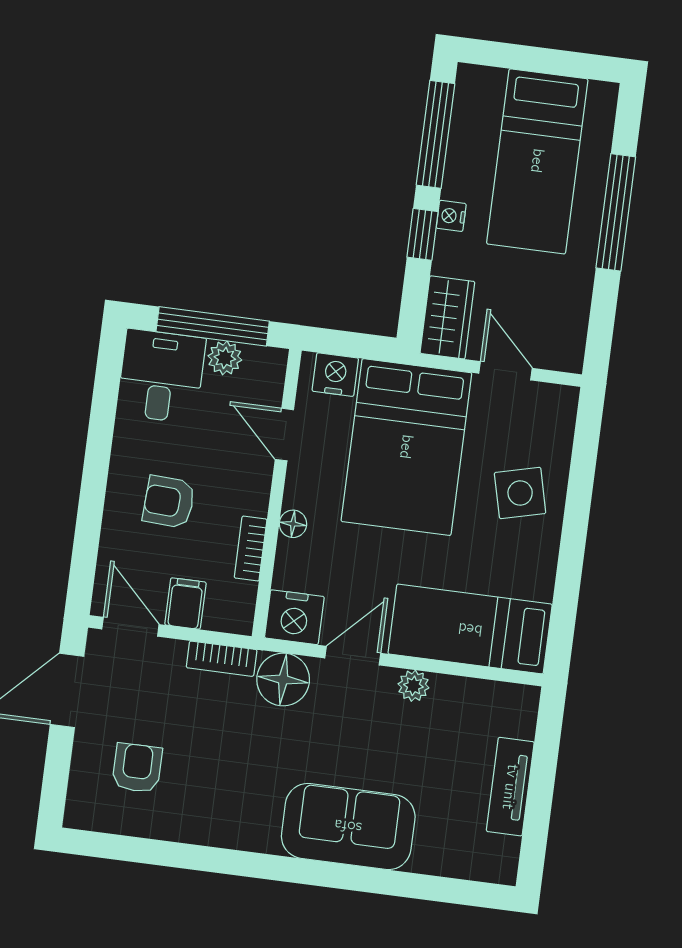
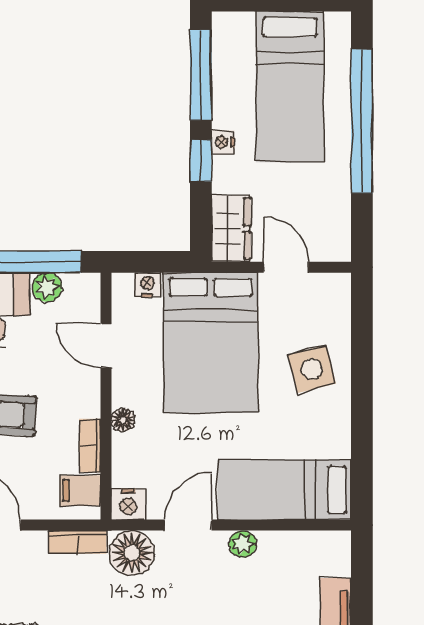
window: (616, 212) -> (362, 121), width x1.46
nightstand: (335, 375) -> (147, 285), width x0.72, depth x0.74
filing cabinet: (185, 604) -> (80, 491), moved, turned -90
nightstand: (294, 617) -> (128, 504), width x0.74, depth x0.75

